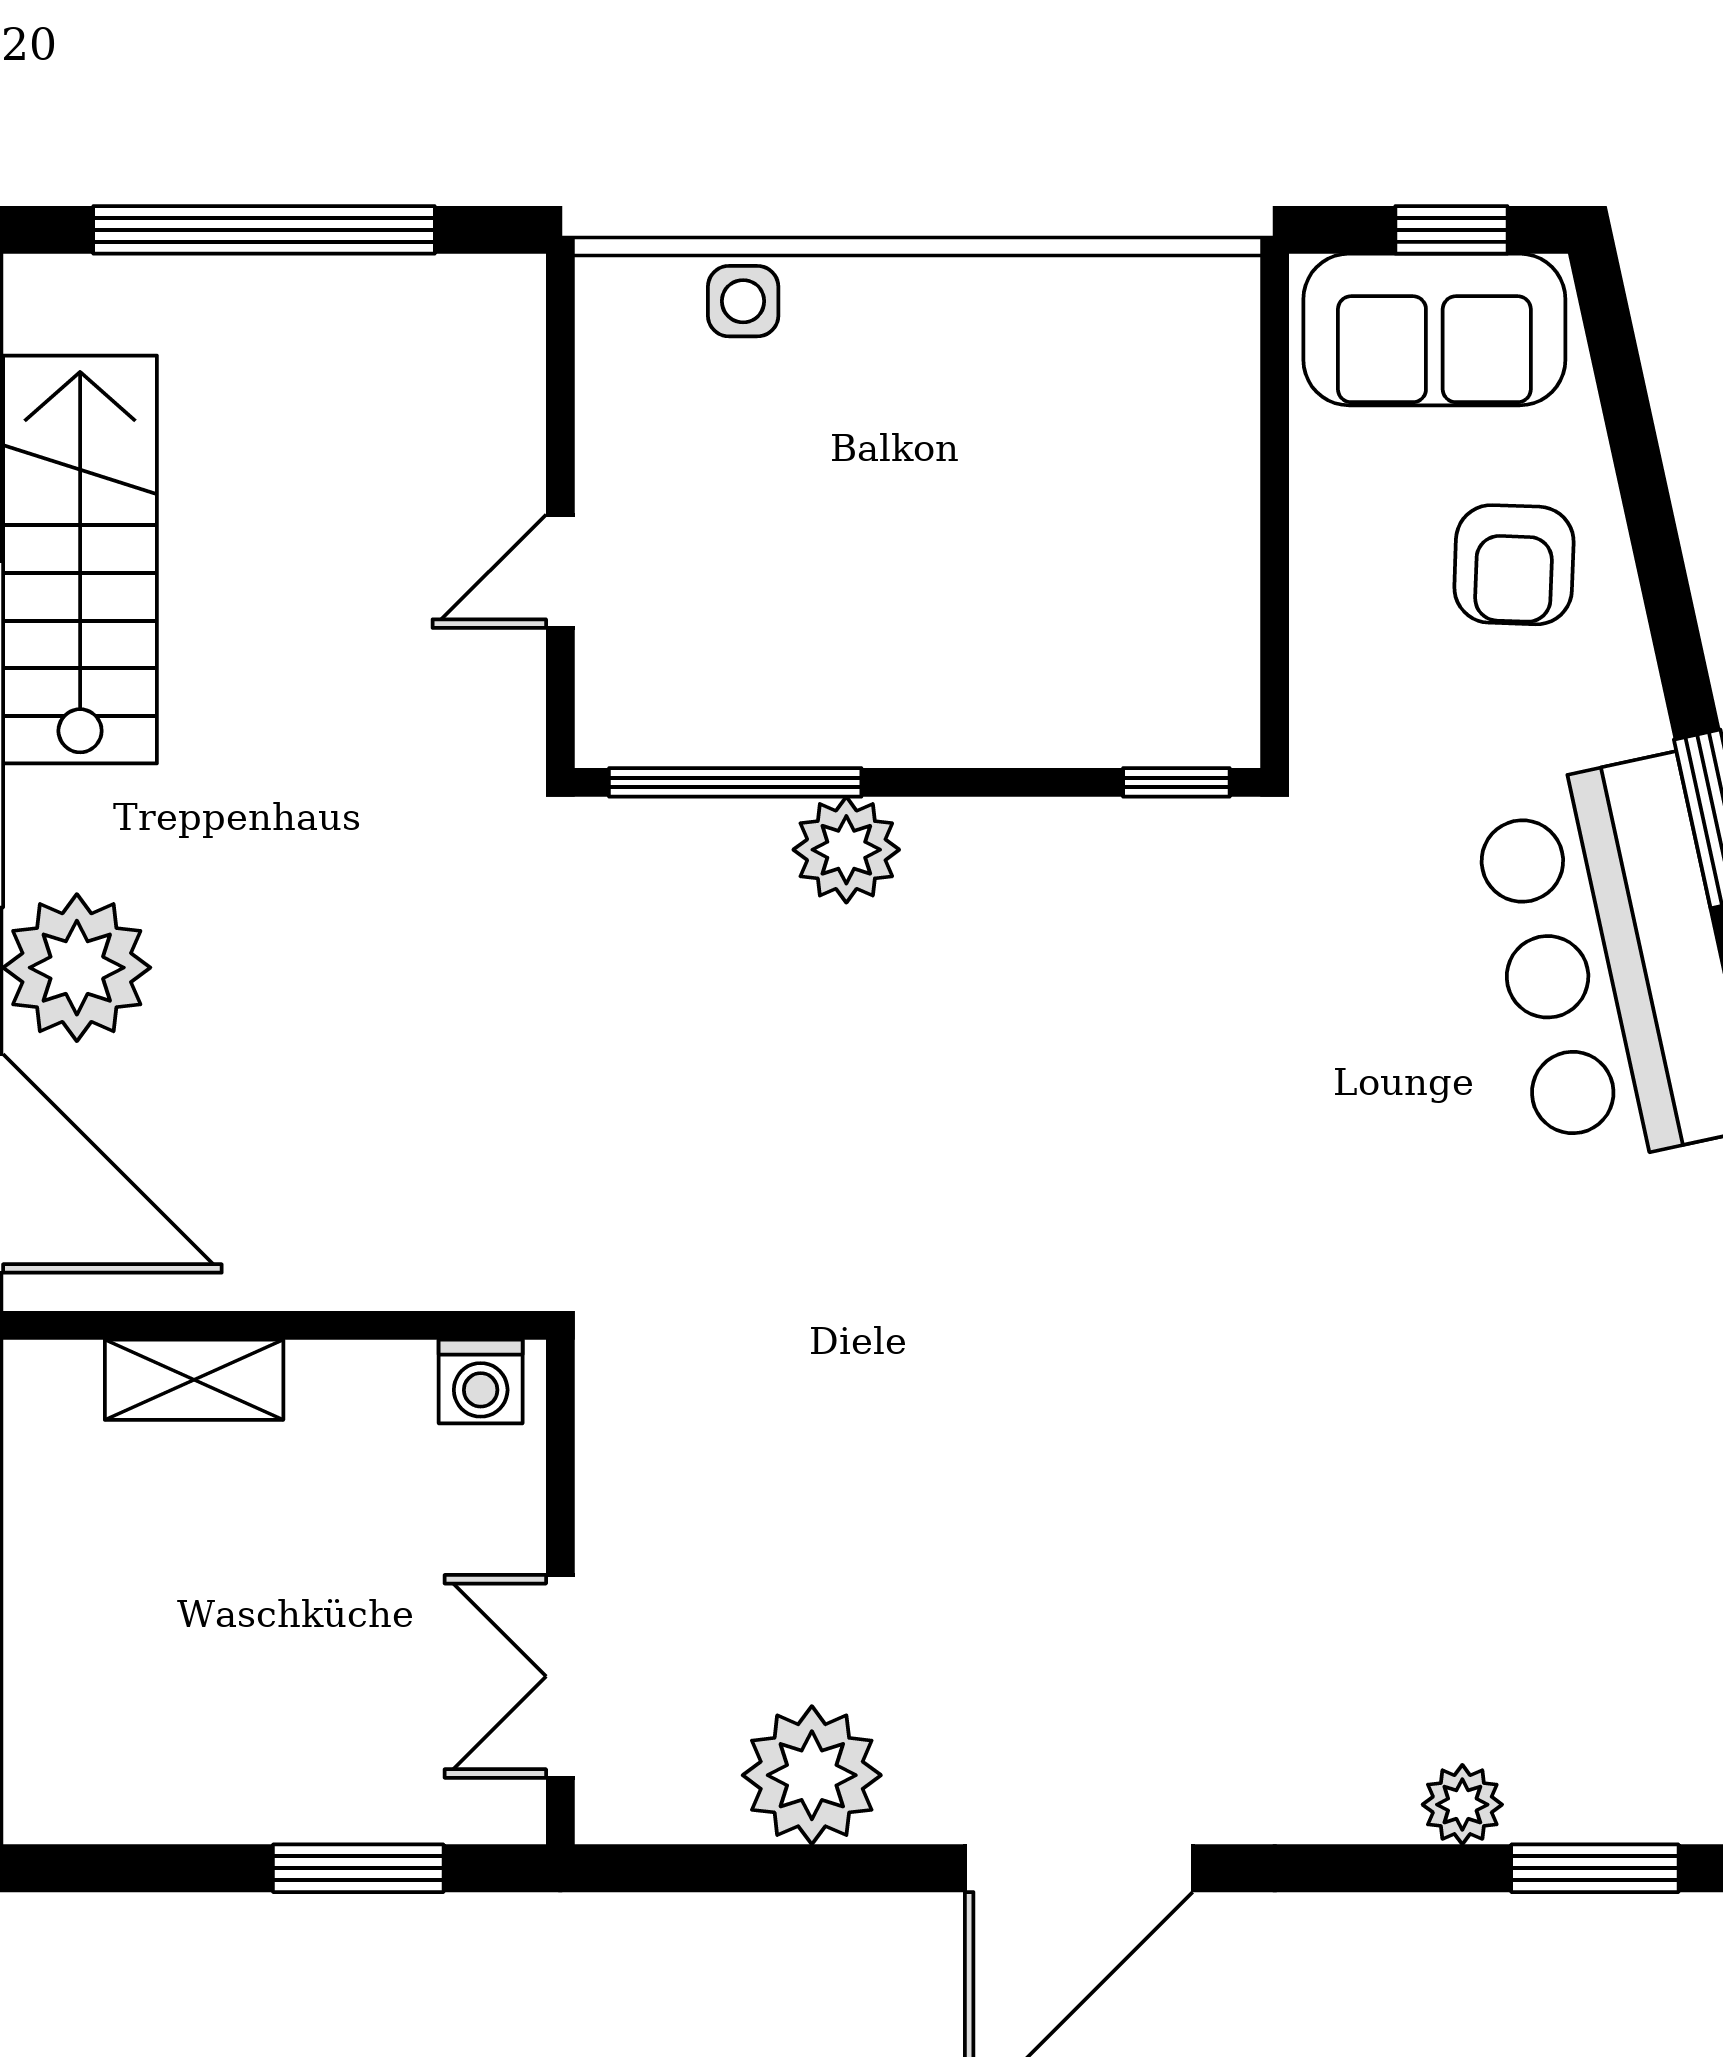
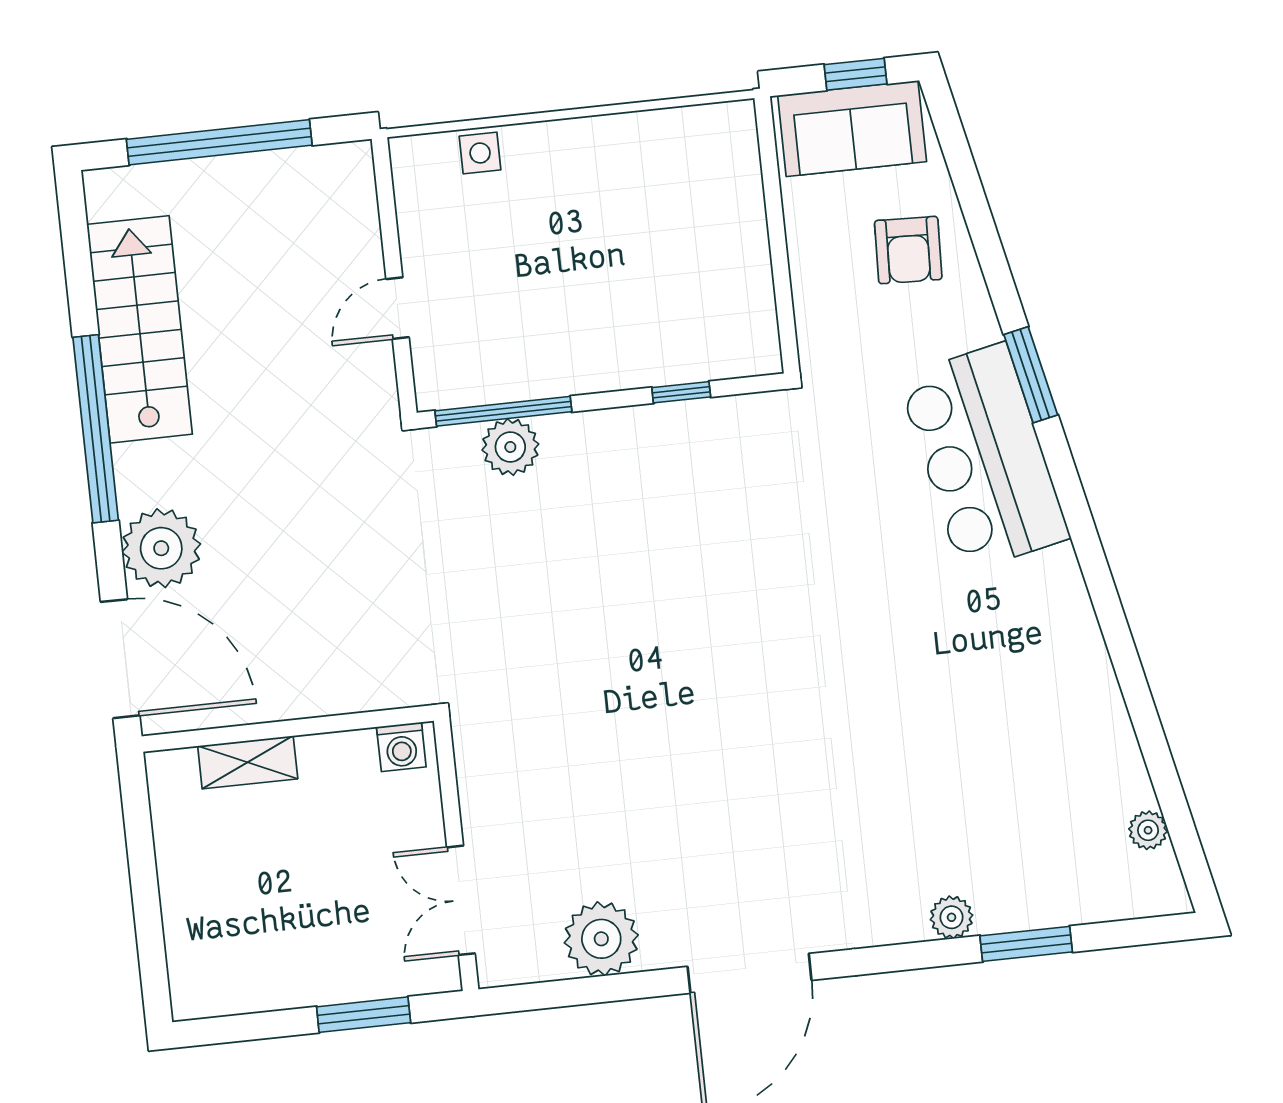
window: (1176, 782) -> (681, 392), moved
plant: (846, 850) -> (510, 447), moved

